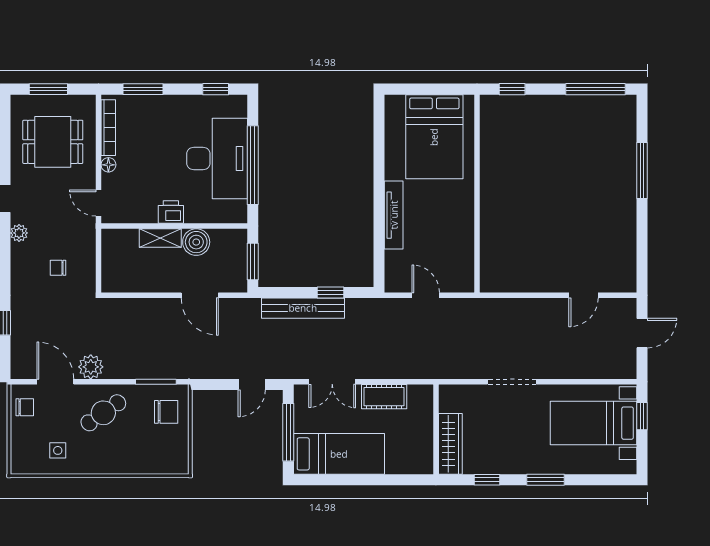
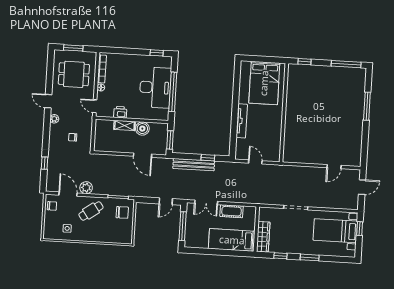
window: (143, 89) -> (120, 51), removed
printer: (171, 212) -> (120, 112), moved
bed: (339, 454) -> (232, 240), moved, turned 180

